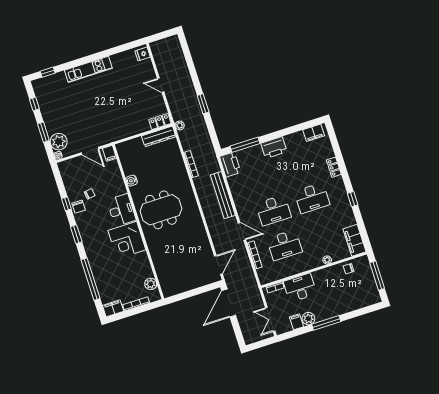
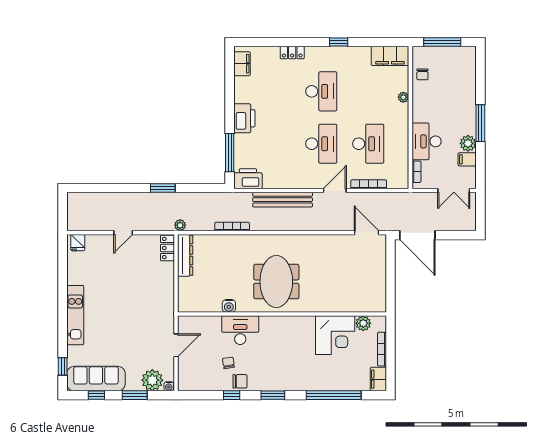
sofa: (46, 100) -> (96, 379), added
filing cabinet: (109, 153) -> (187, 322), removed
desk: (121, 210) -> (240, 330), moved
corner desk: (127, 240) -> (335, 335), moved

